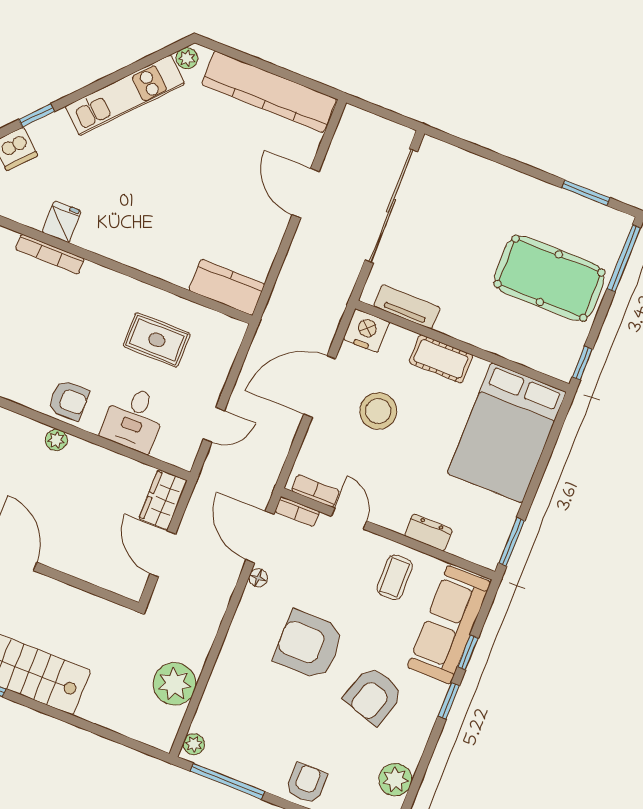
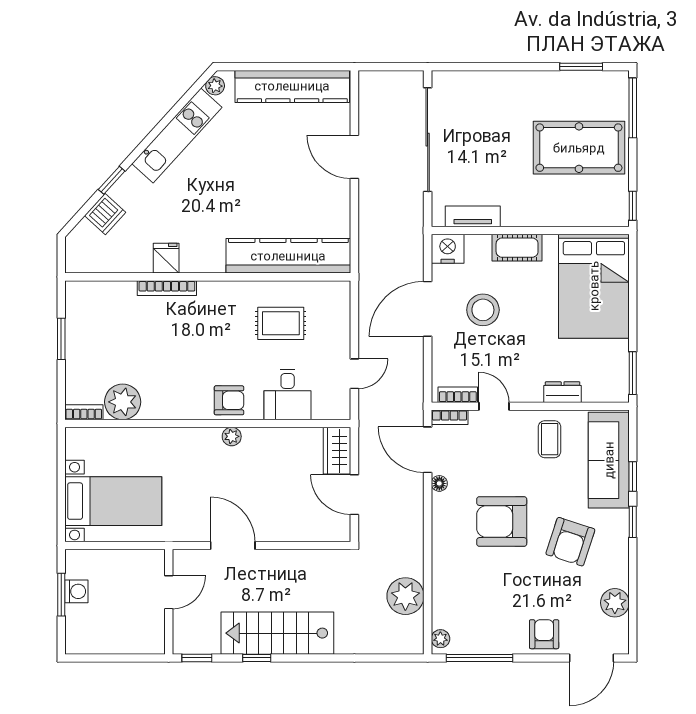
kitchen counter: (227, 287) -> (288, 256), width x2.08, depth x1.17

